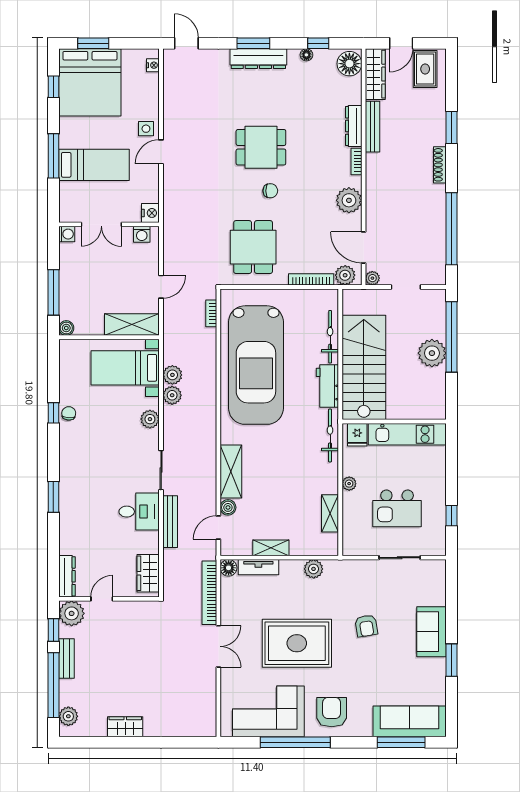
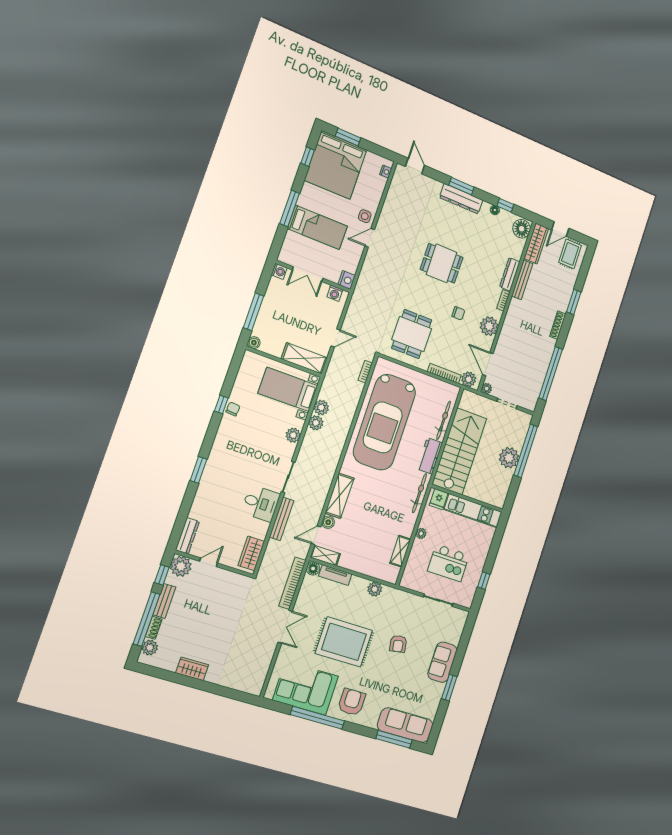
chair: (270, 191) -> (458, 313), moved
shelving: (271, 548) -> (325, 555), moved
shoe rack: (65, 693) -> (154, 628), added

